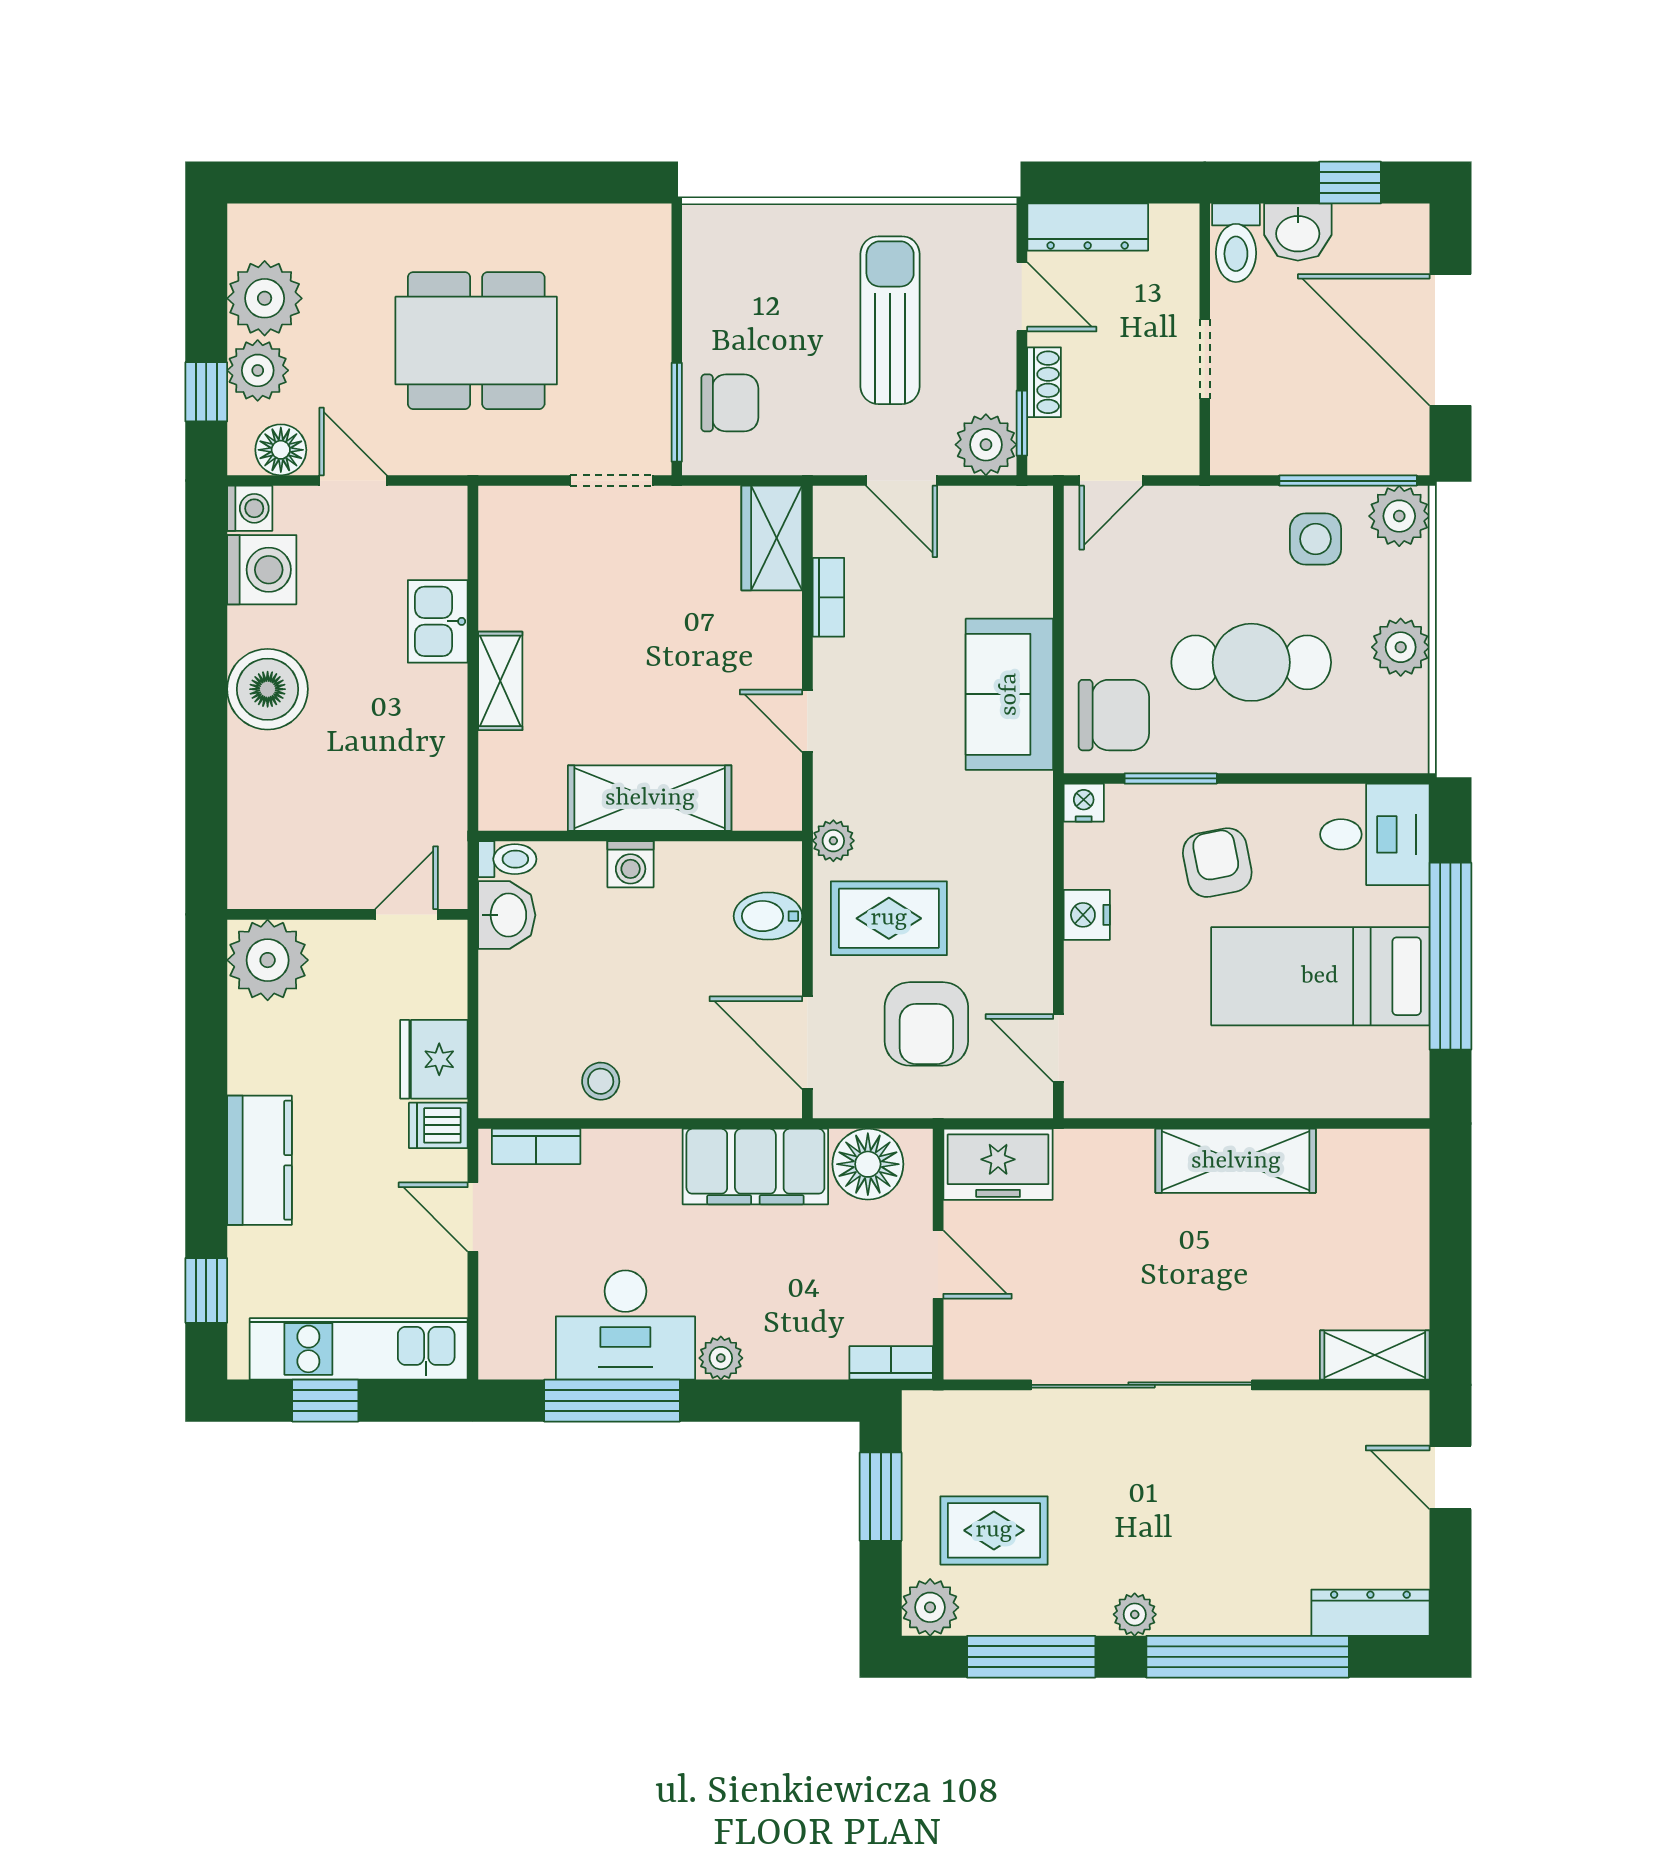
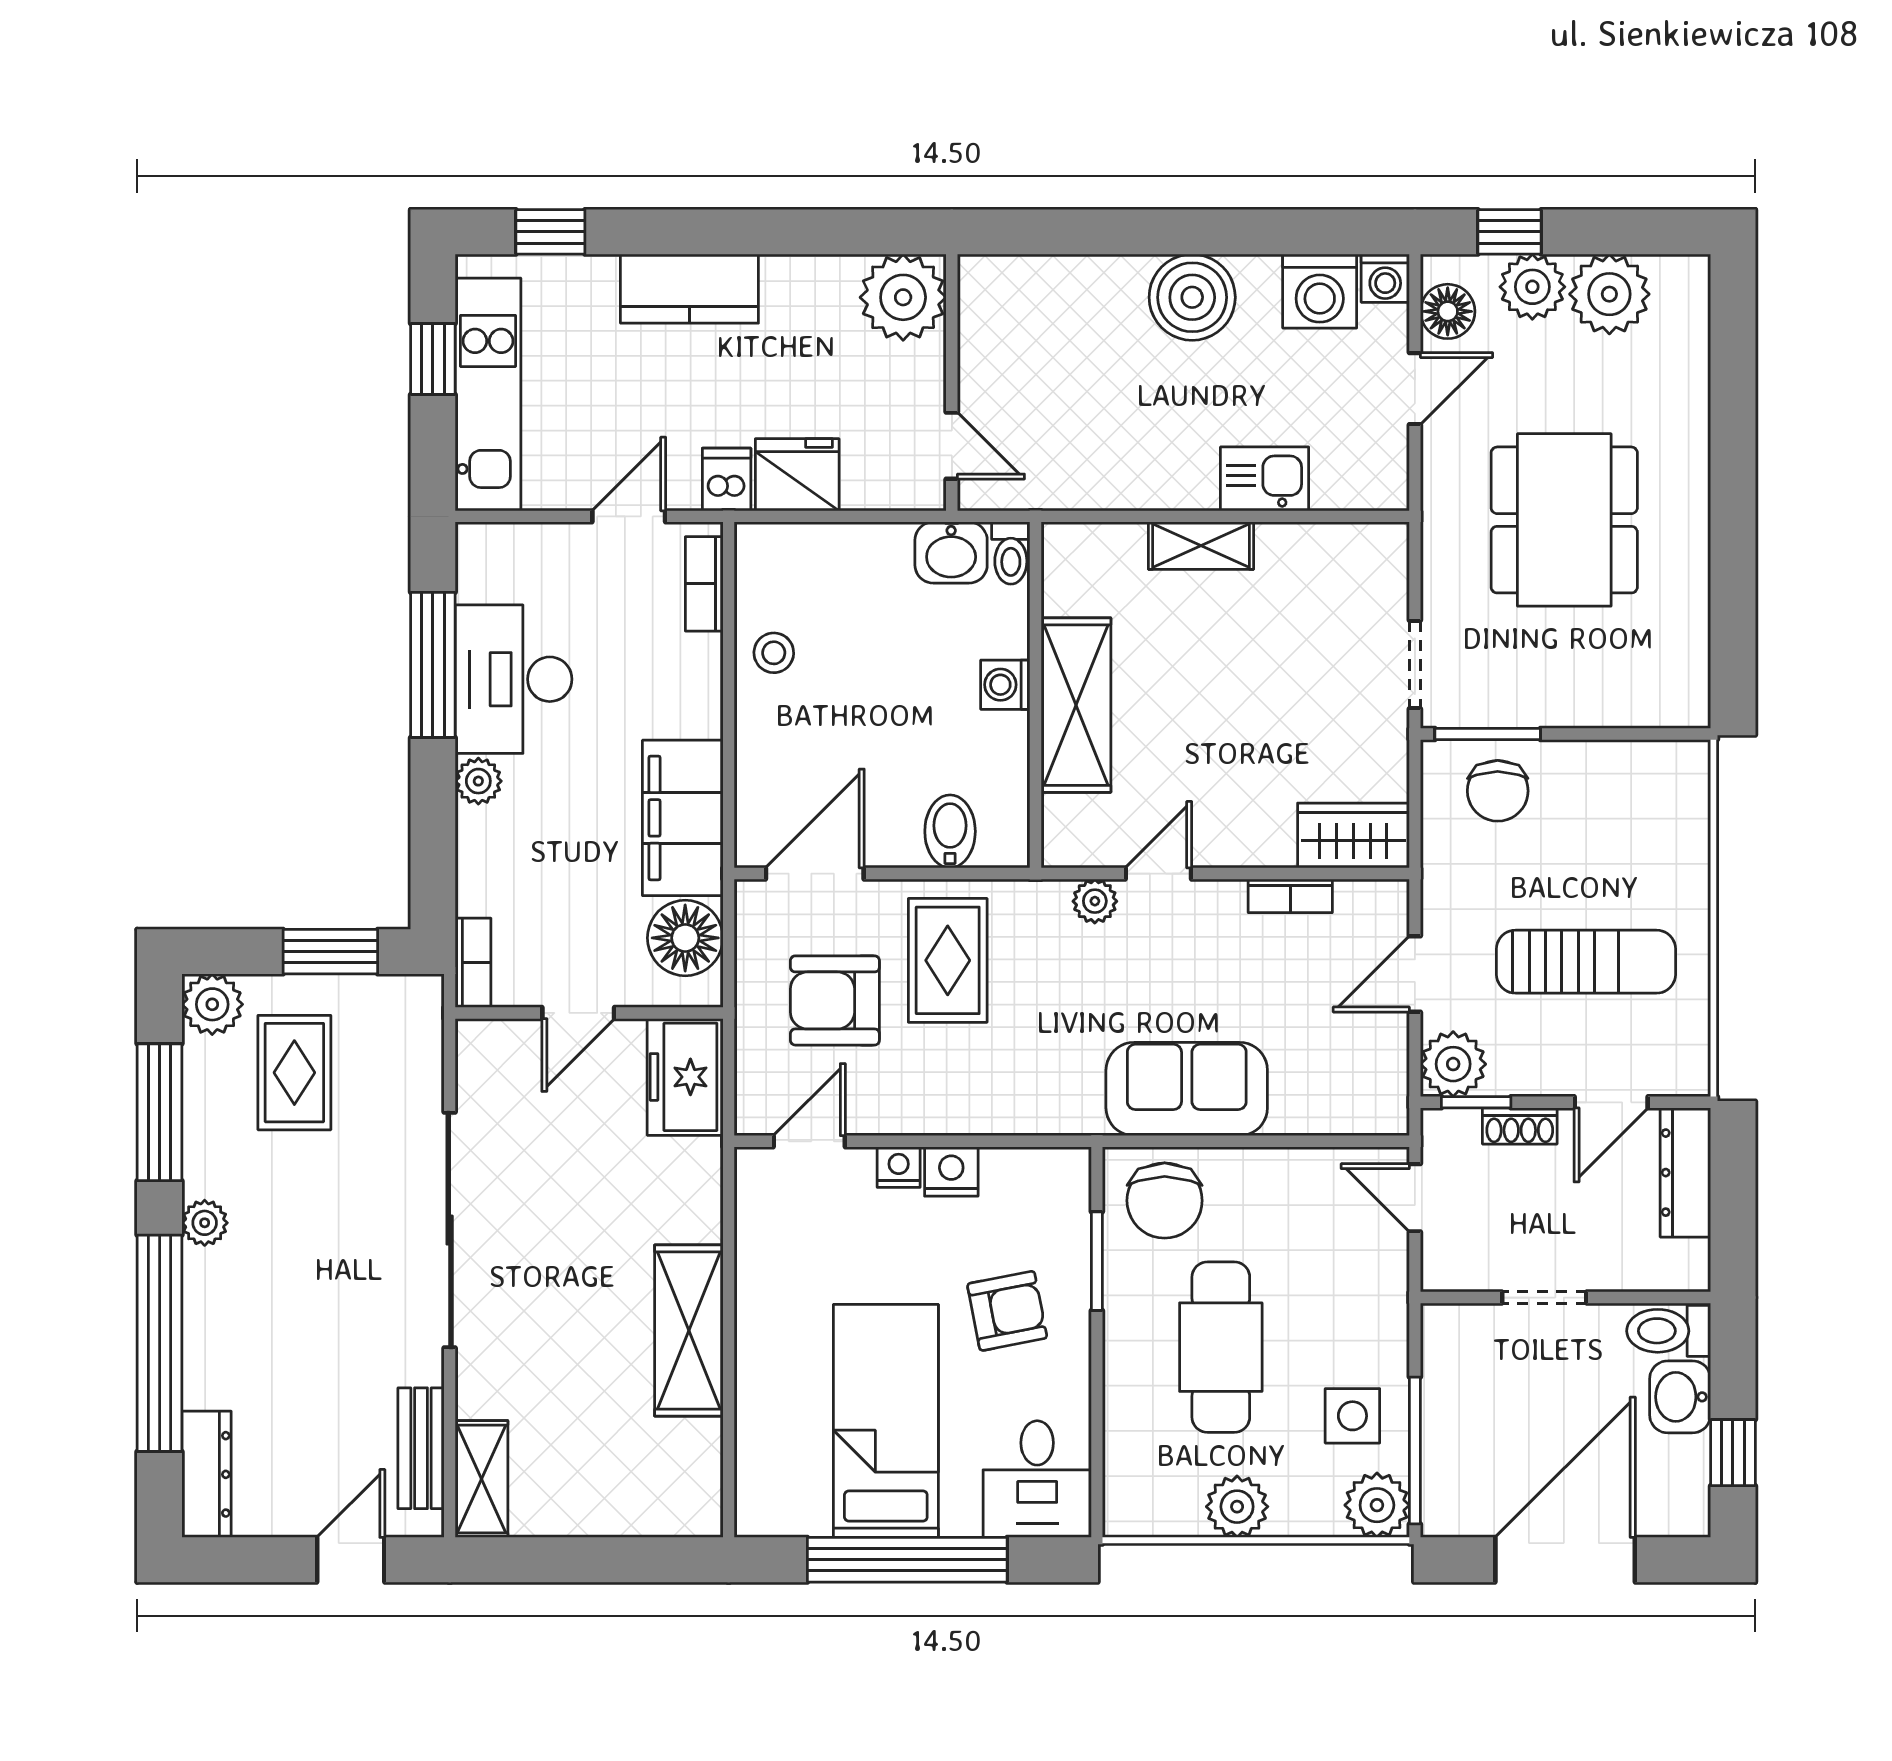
nightstand: (1084, 803) -> (899, 1167), moved, turned -90
plant: (833, 841) -> (1095, 901), moved
bench: (1346, 1412) -> (421, 1448), added

